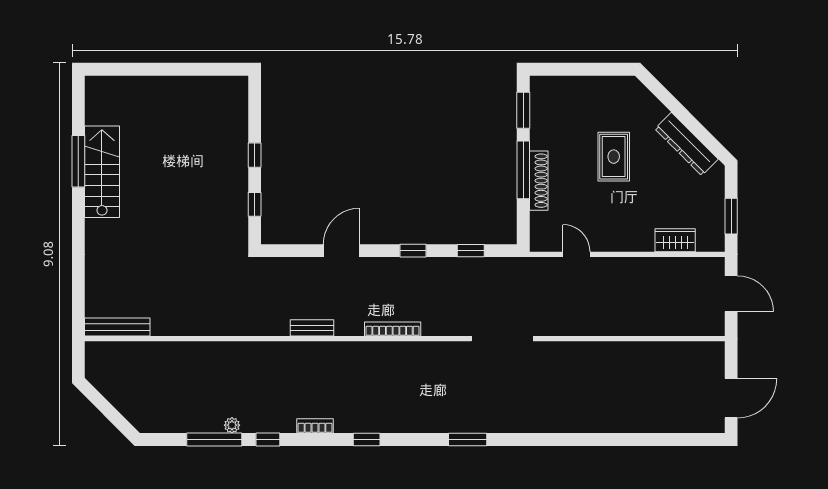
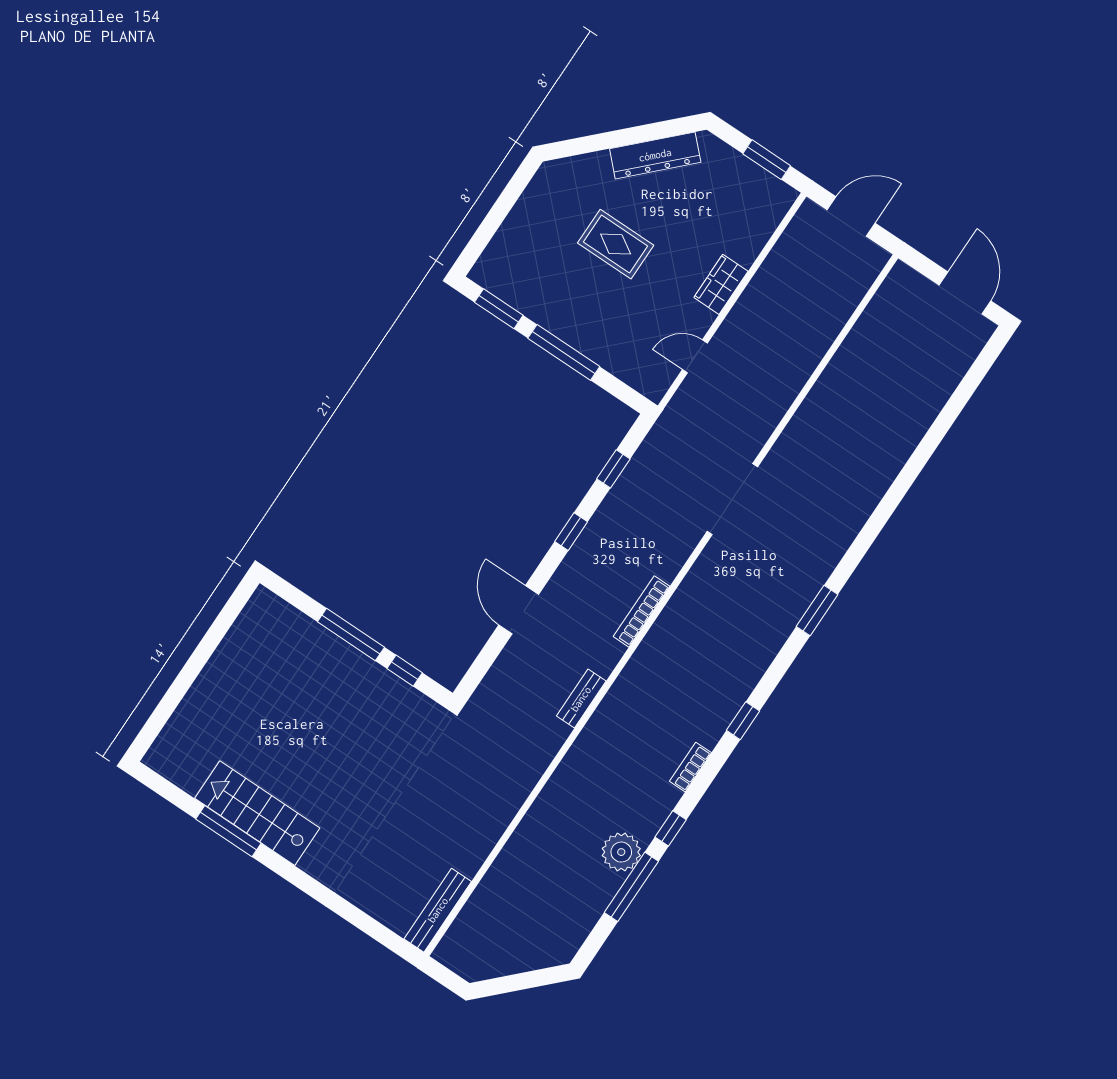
window: (255, 155) -> (351, 635), width x2.17
shoe rack: (539, 181) -> (587, 343), removed
wardrobe: (675, 240) -> (721, 284), moved
plant: (232, 425) -> (621, 852), width x1.87, depth x1.87

